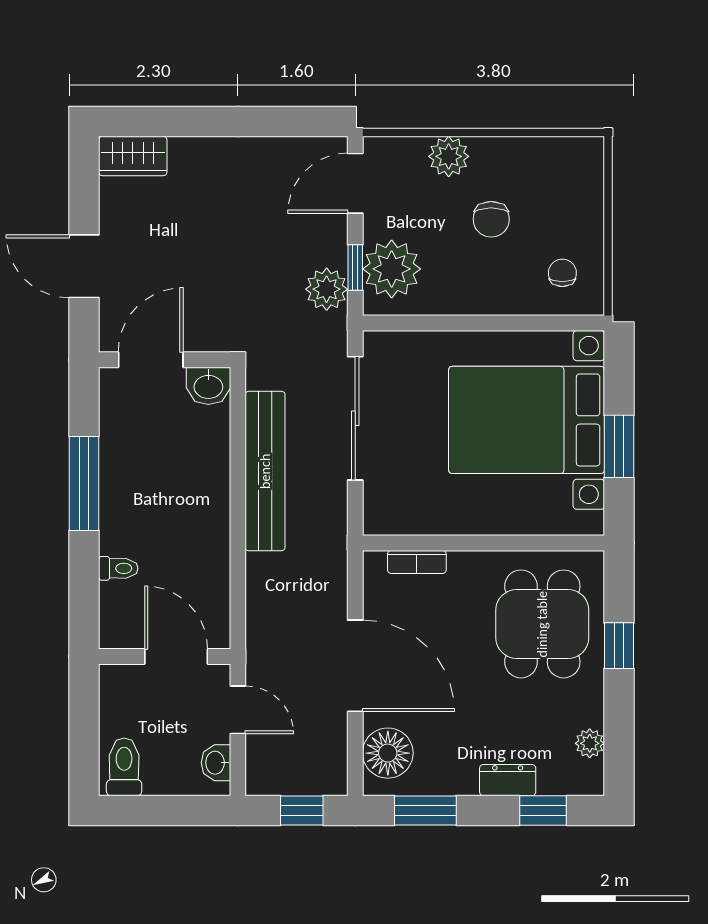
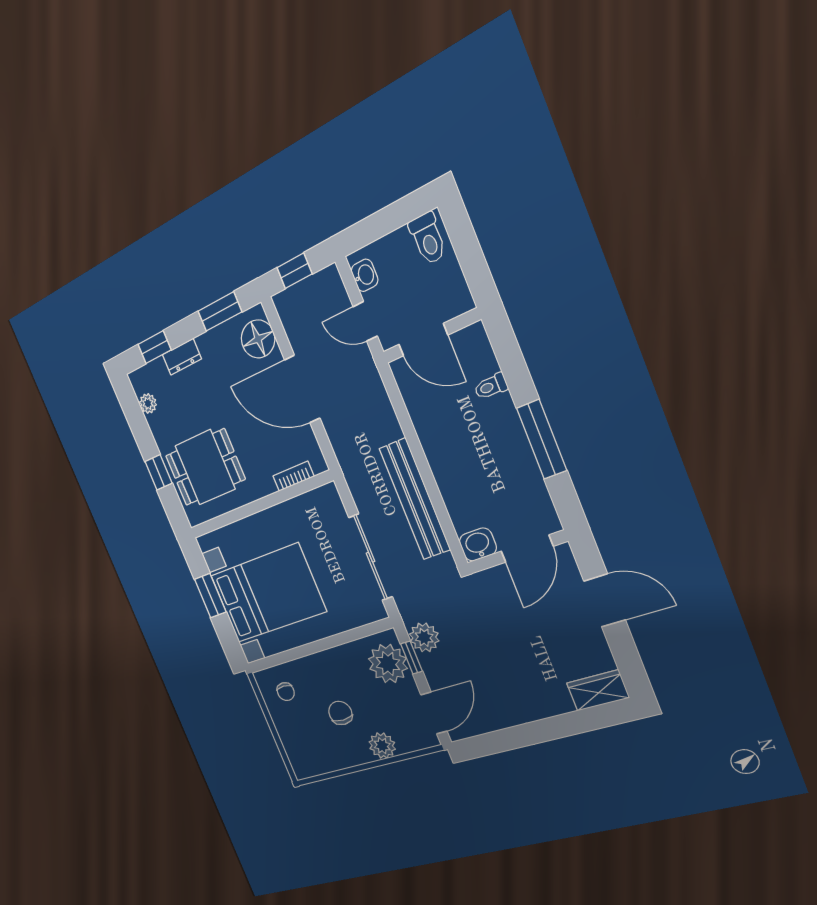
dining table: (542, 624) -> (205, 467), turned 90

